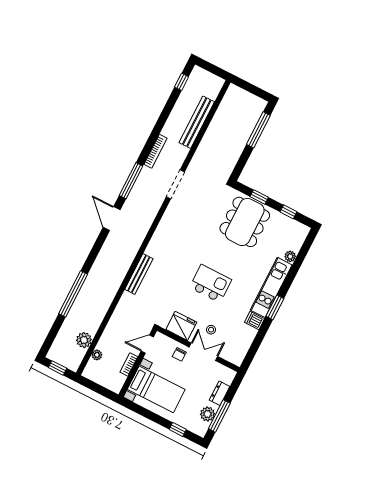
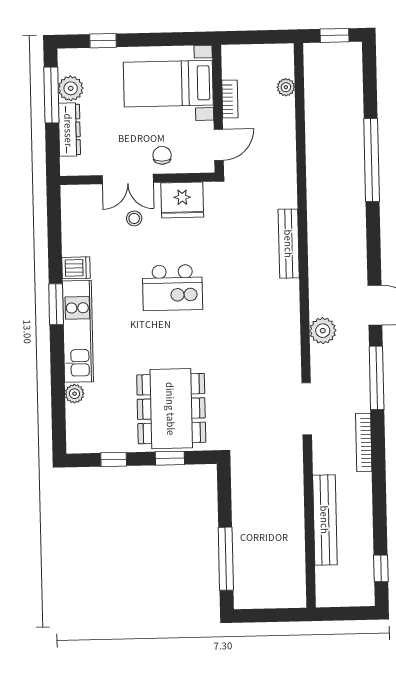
plant: (84, 340) -> (323, 331), moved
dresser: (220, 393) -> (69, 130), width x1.44

